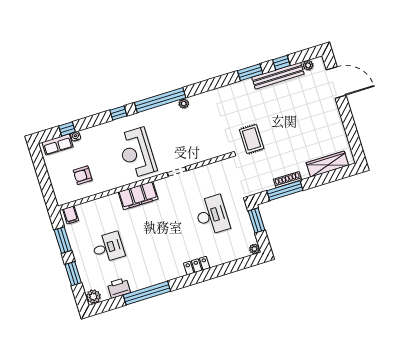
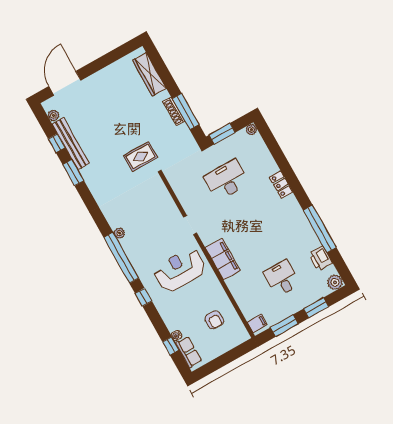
reception desk: (137, 153) -> (180, 270), turned 180

